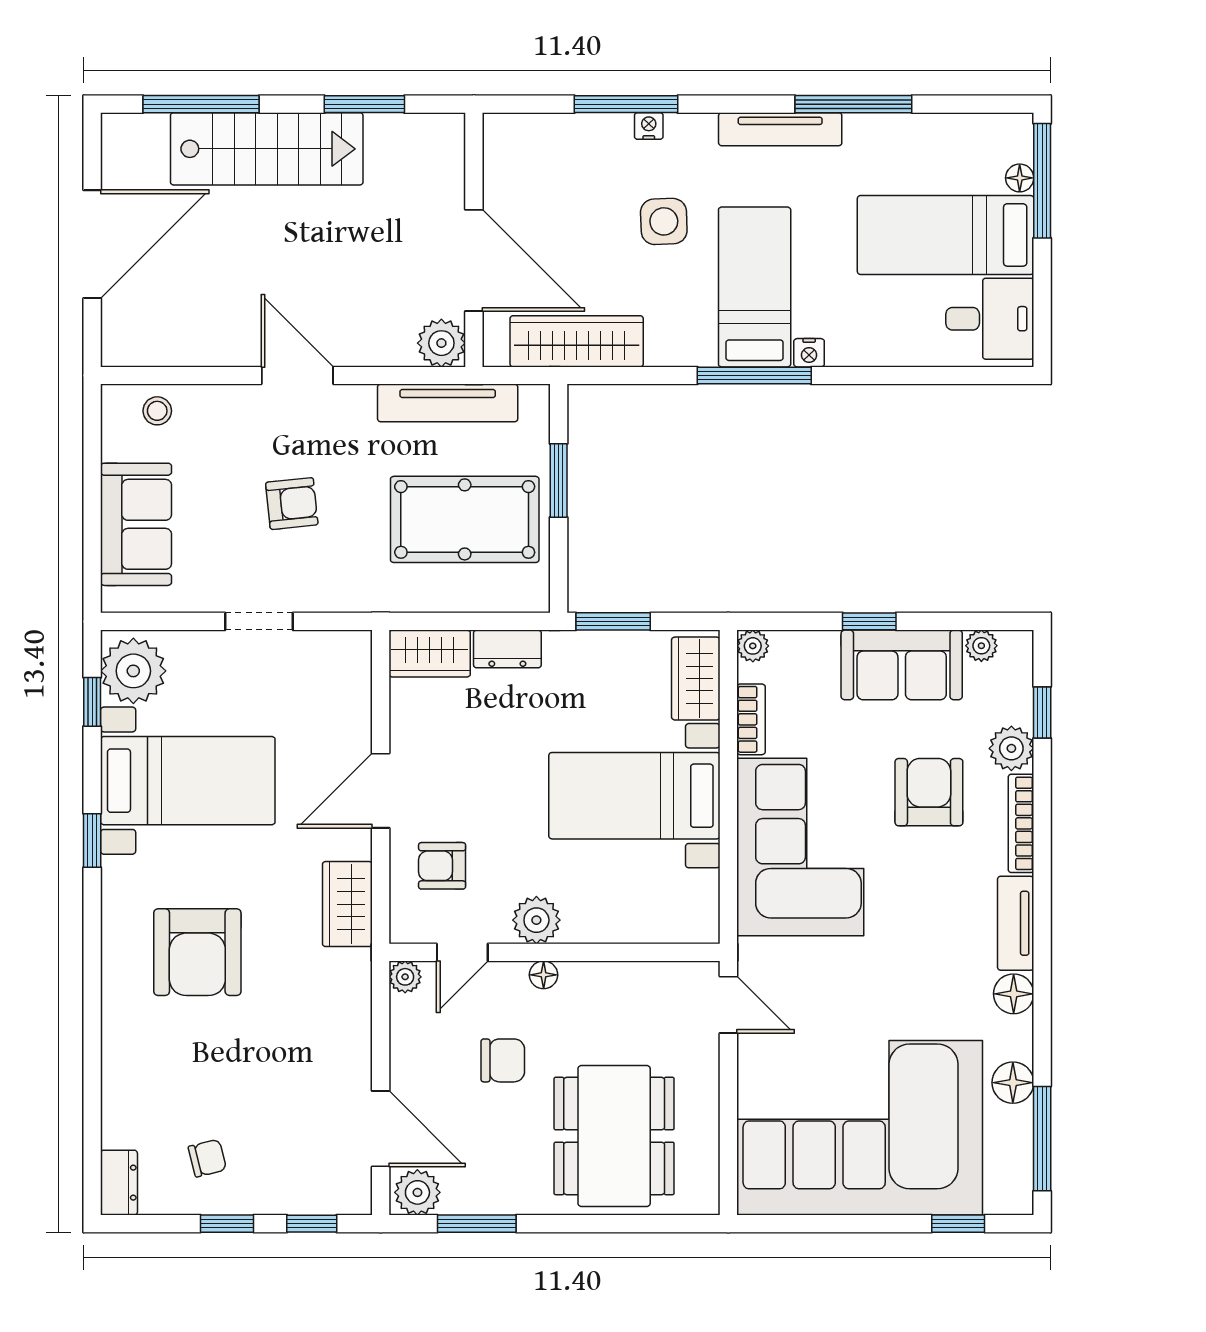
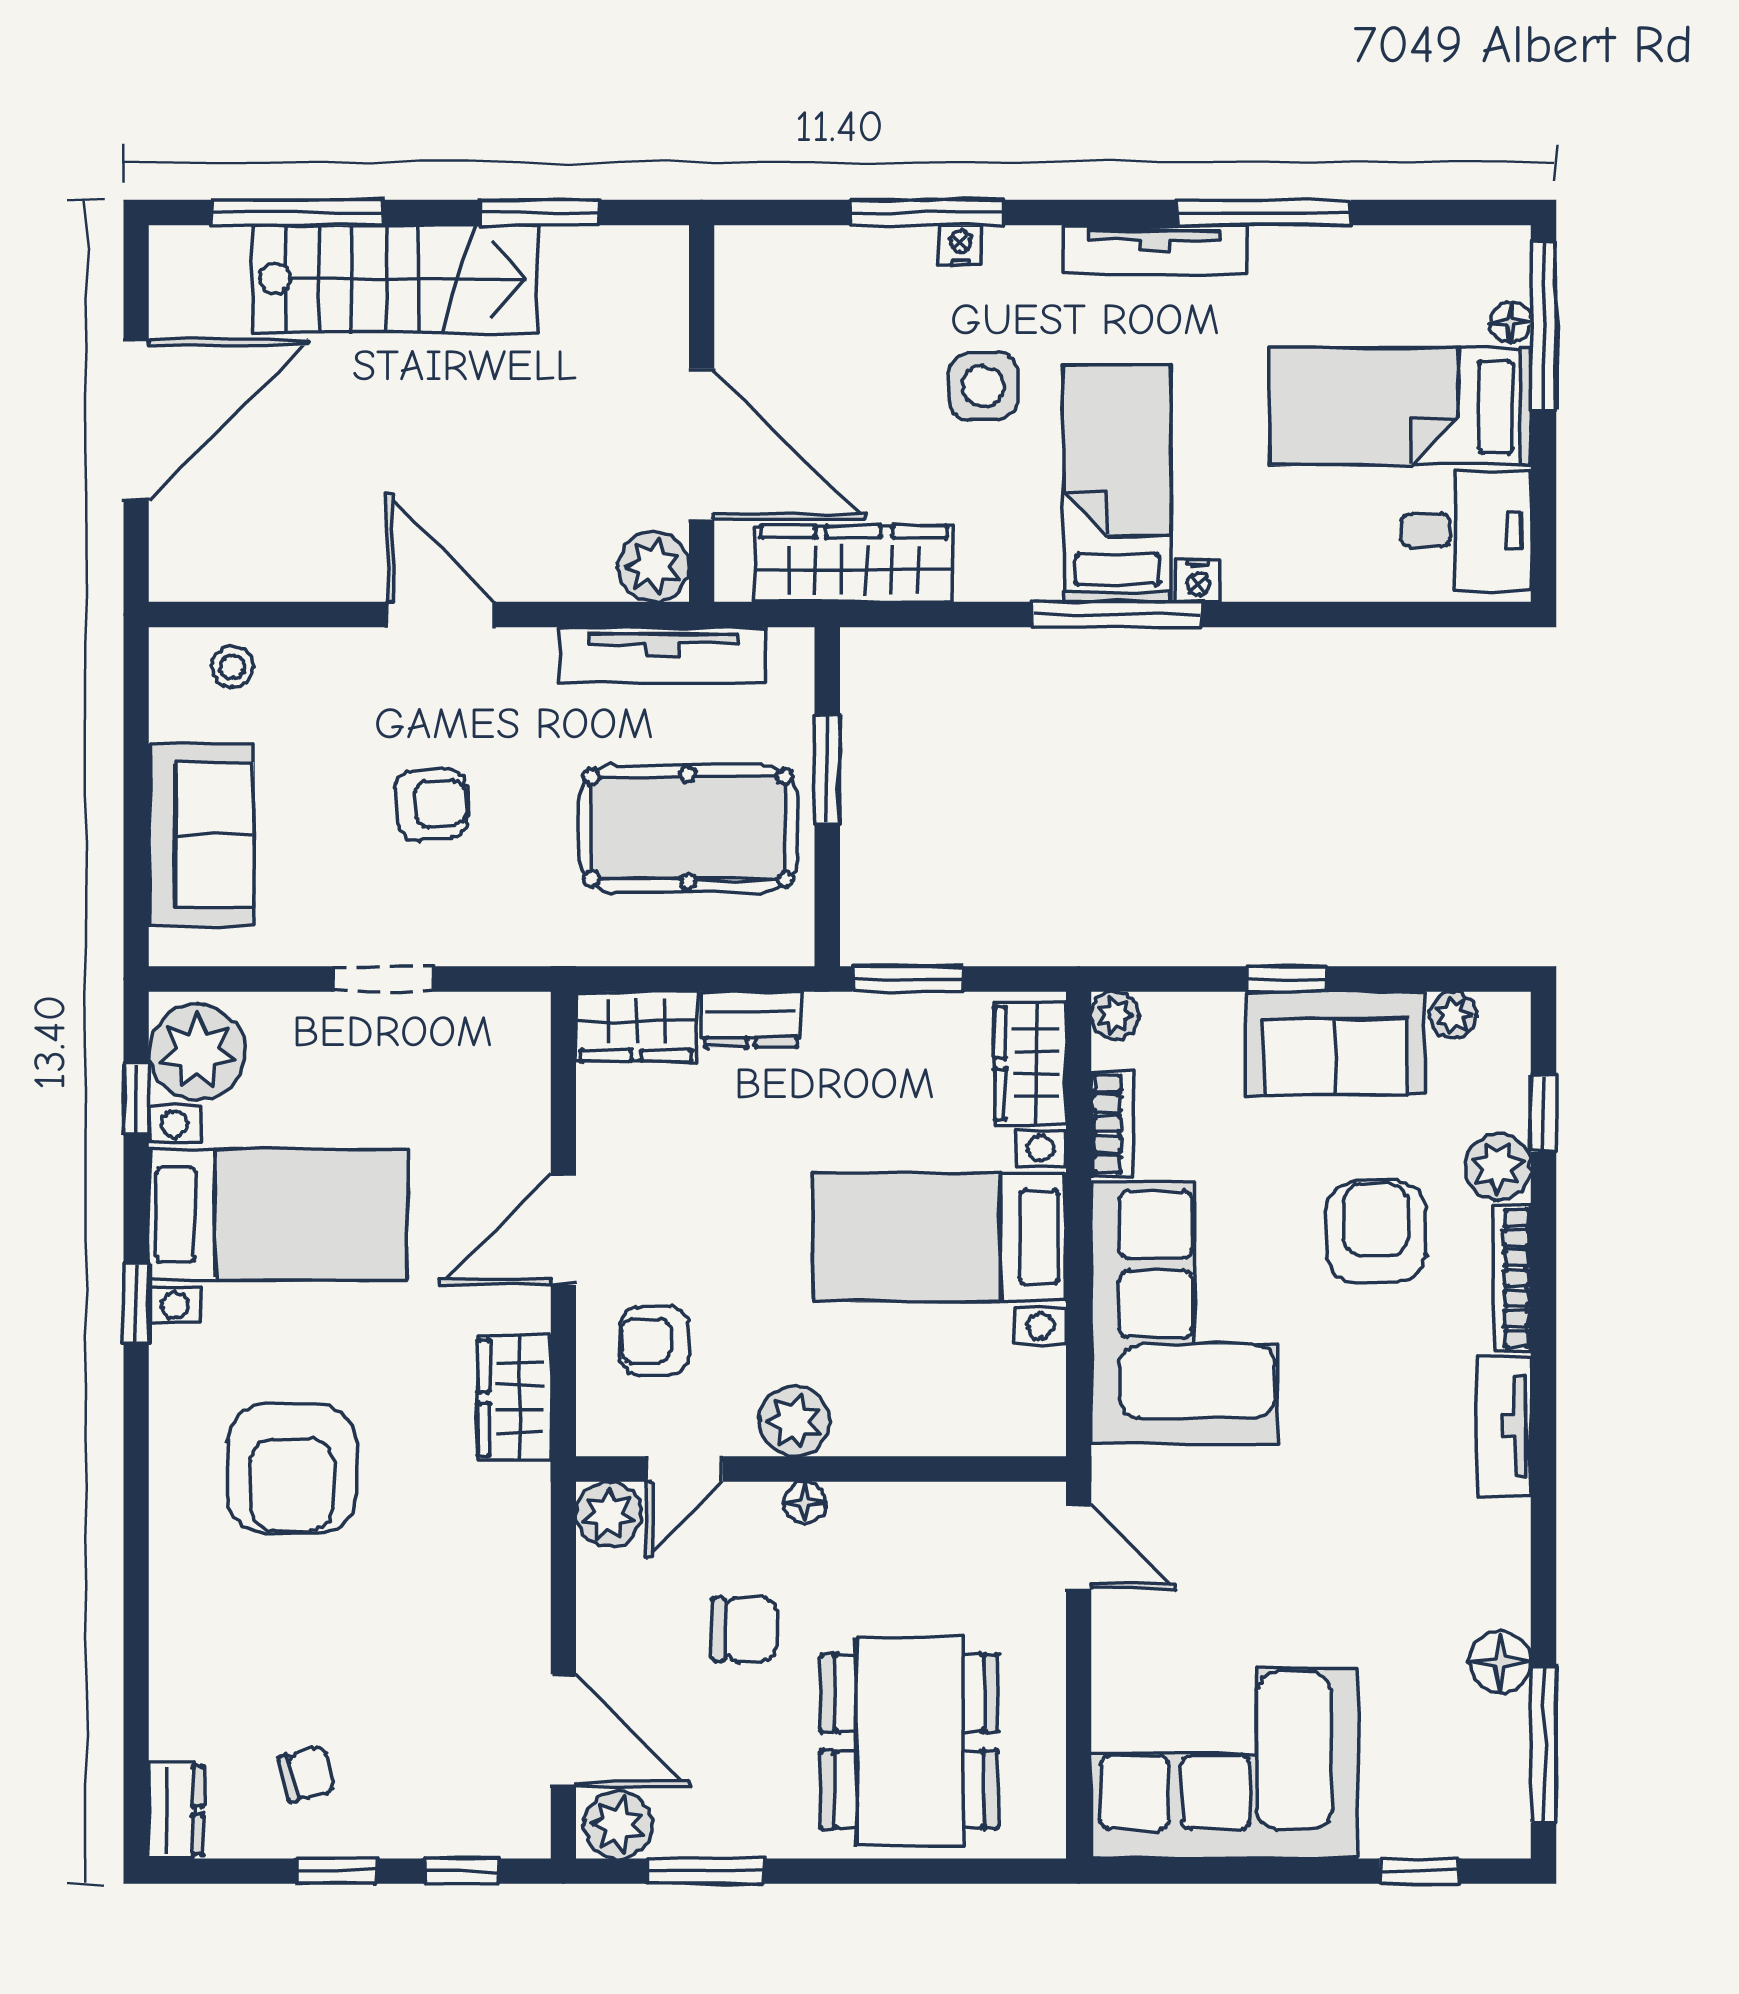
plant: (405, 977) -> (609, 1514), width x1.38, depth x1.38
floor lamp: (1014, 994) -> (1501, 1531), removed
corner sofa: (860, 1128) -> (1225, 1763), width x0.73, depth x0.74

